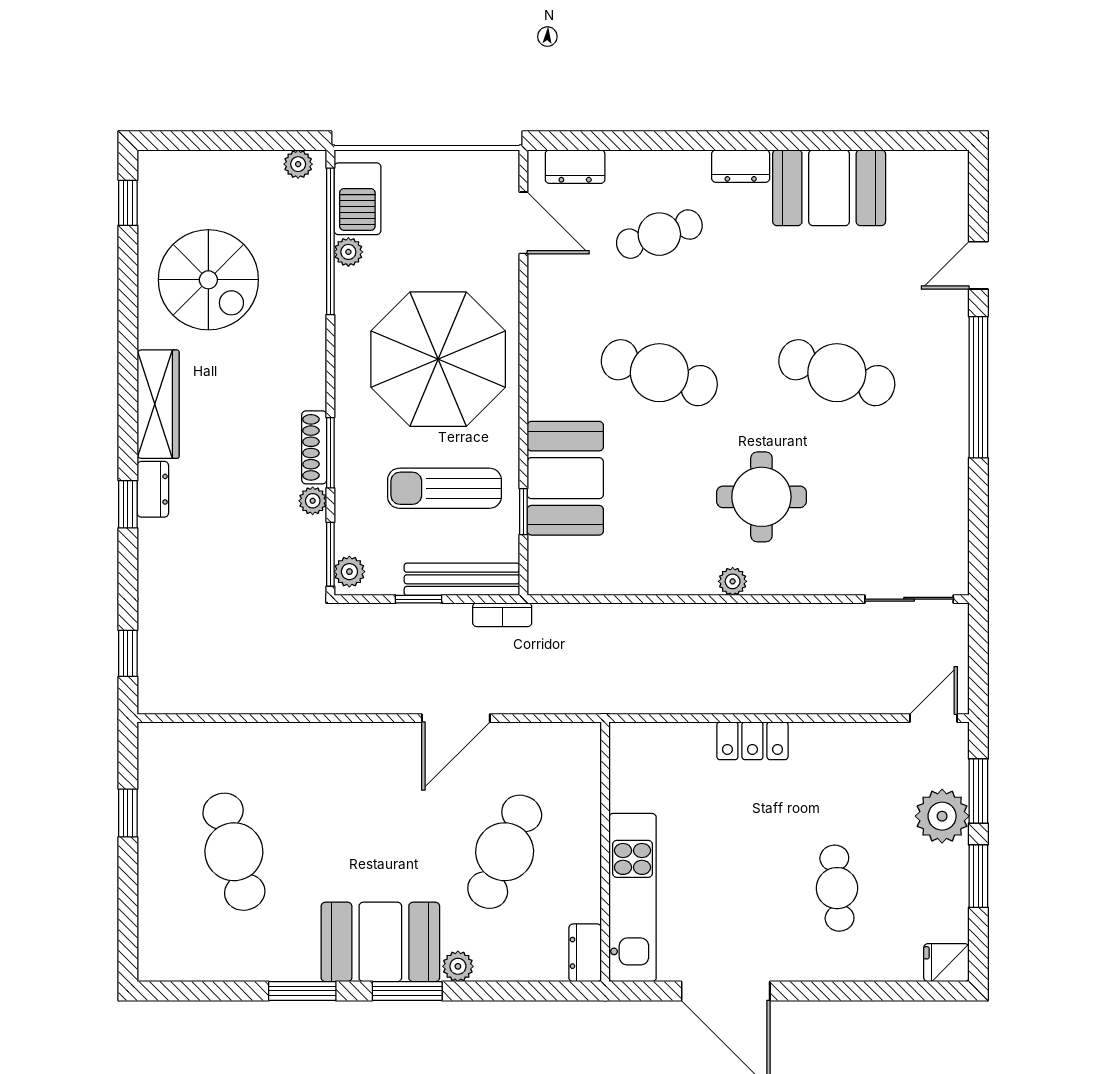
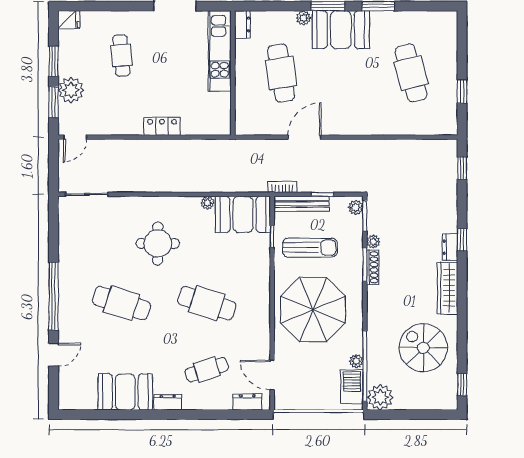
plant: (298, 164) -> (380, 397), width x1.88, depth x1.88
booth: (565, 478) -> (243, 214), moved, turned 90
plant: (733, 581) -> (207, 203), moved
cafe table: (505, 852) -> (281, 73), turned -33

